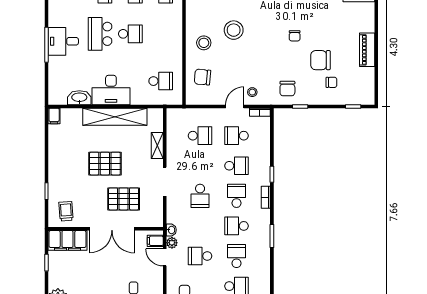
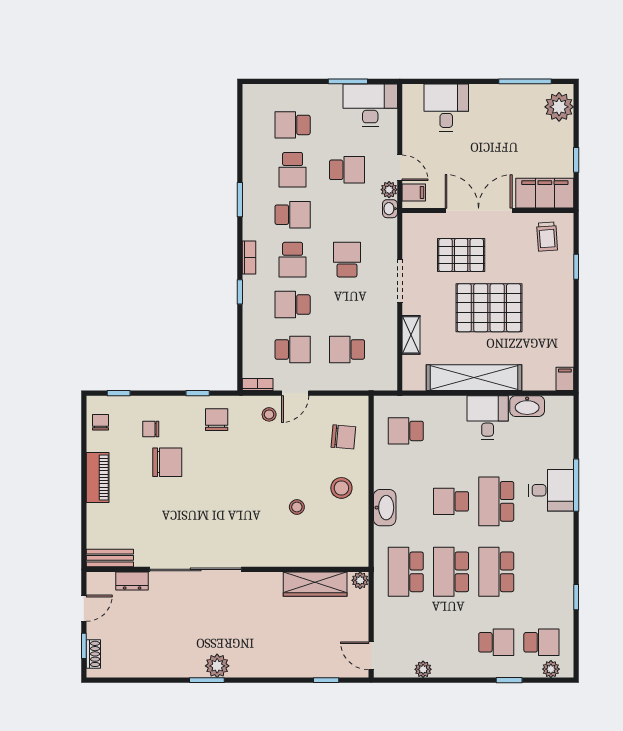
washbasin: (175, 30) -> (385, 508), added
stool: (234, 30) -> (297, 507), width x0.53, depth x0.53
school desk: (100, 34) -> (496, 501), turned 180
chair: (295, 36) -> (101, 422), moved
desk: (111, 90) -> (488, 418), width x0.73
pallet: (105, 164) -> (489, 308), width x1.37, depth x1.41

